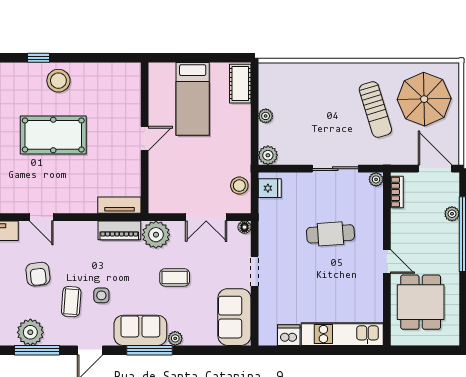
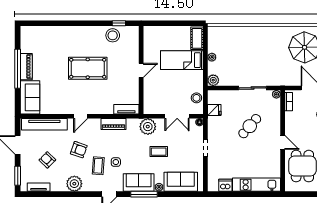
window: (38, 58) -> (119, 23), moved
stool: (58, 81) -> (113, 35), moved
bed: (193, 99) -> (182, 60), moved, turned 90
sun lounger: (375, 110) -> (276, 53), removed
fridge: (270, 188) -> (214, 110), moved
door: (41, 217) -> (81, 116), hinge flipped
piano: (119, 230) -> (114, 124), moved
cafe table: (330, 234) -> (250, 126), turned -45
armchair: (38, 274) -> (79, 150), turned -64
sofa: (234, 317) -> (181, 182), moved, turned 90
window: (37, 350) -> (78, 194), removed

